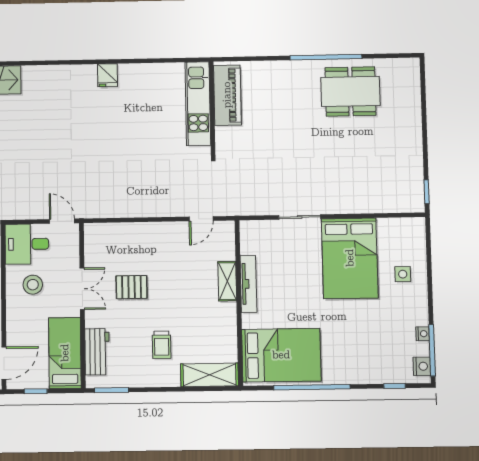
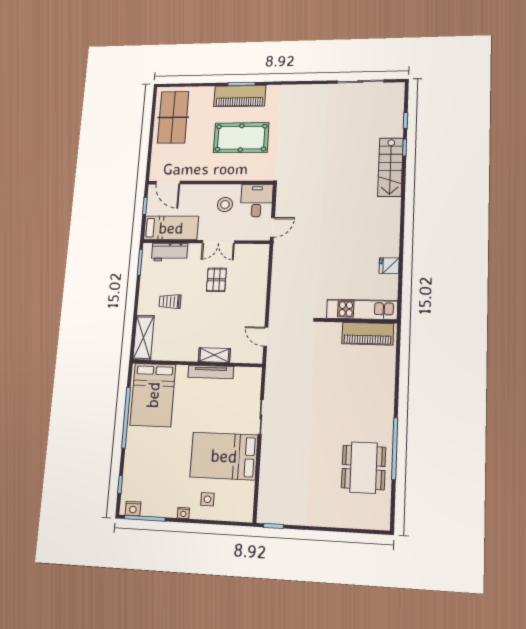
piano: (227, 95) -> (368, 334), moved
kitchen unit: (198, 104) -> (362, 309), moved
wall: (212, 109) -> (357, 321), moved
nightstand: (423, 334) -> (183, 513), moved

